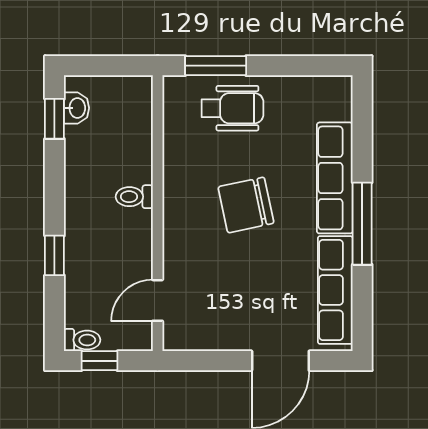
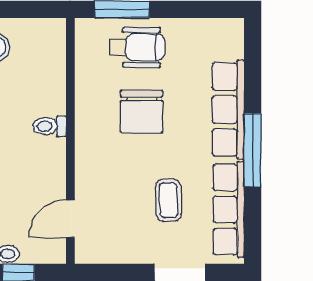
chair: (246, 205) -> (142, 112), moved, turned -78
coffee table: (268, 280) -> (168, 200), added

